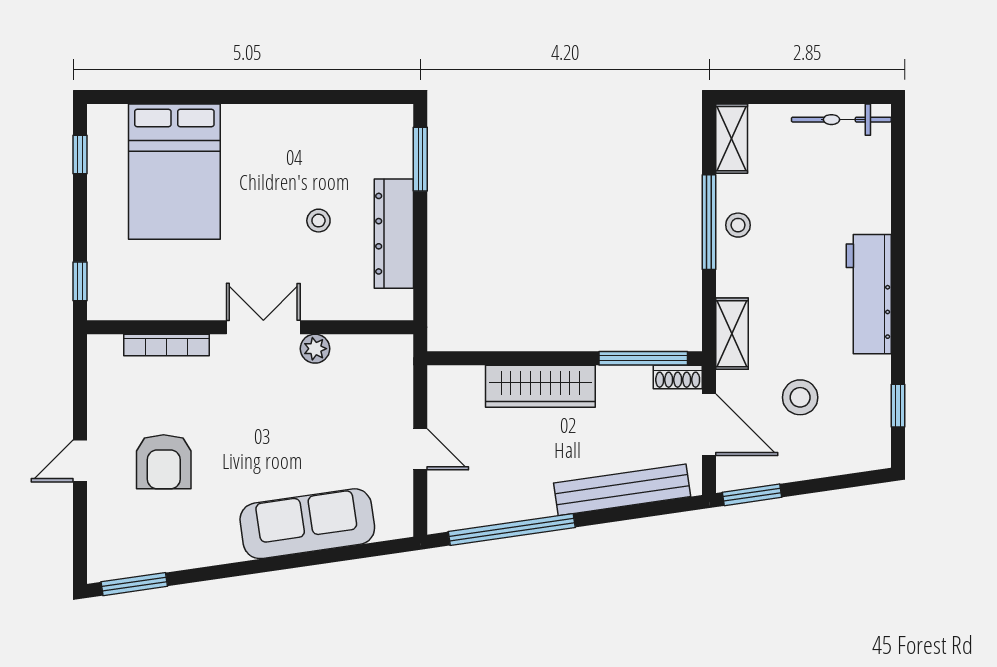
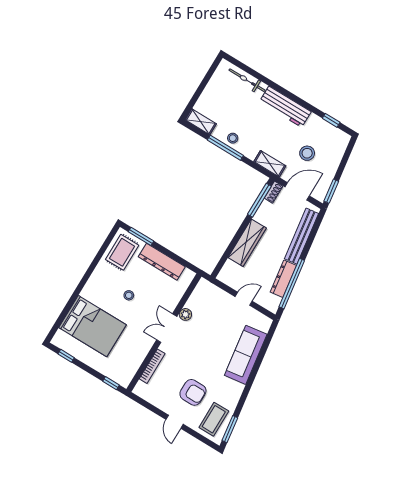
bicycle: (841, 120) -> (247, 80), moved, turned 90
rug: (364, 140) -> (122, 252), added
stool: (318, 221) -> (129, 295), moved
dresser: (512, 506) -> (283, 279), added
coffee table: (134, 538) -> (214, 419), added

